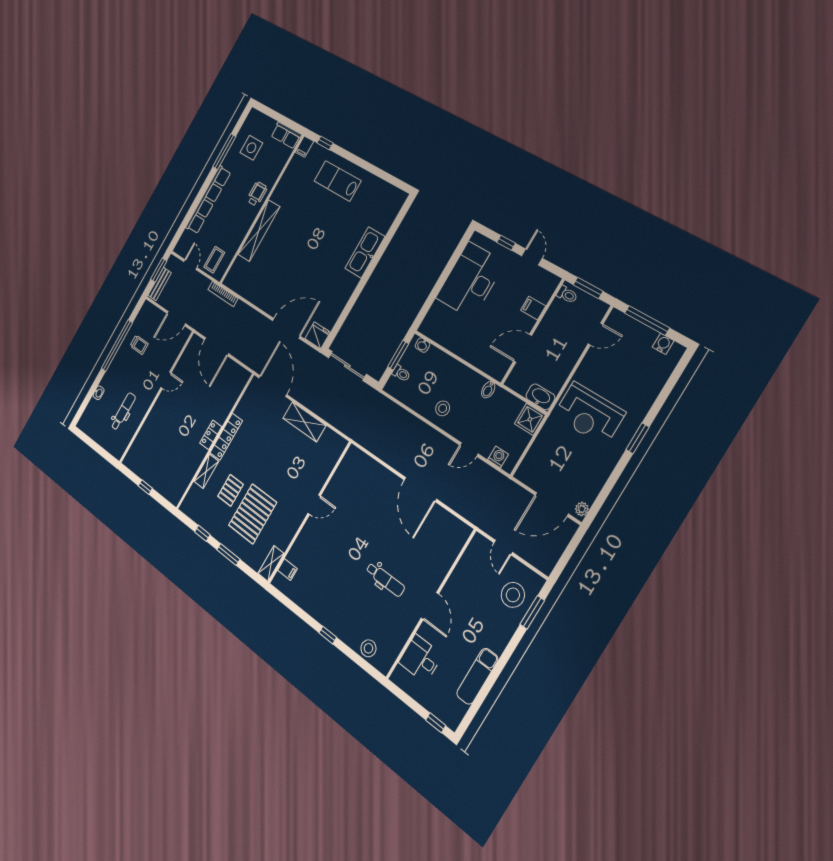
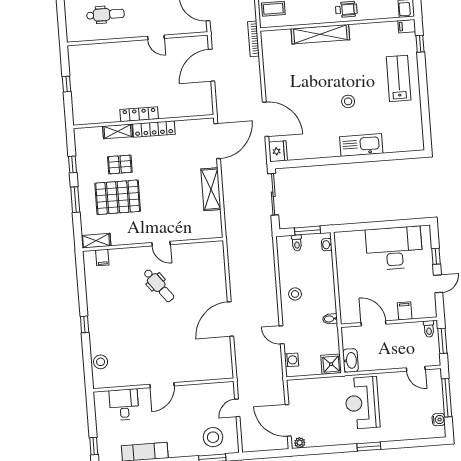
stool: (324, 241) -> (348, 101), added
locker: (211, 435) -> (139, 114), width x1.53
dental chair: (385, 579) -> (159, 285), moved, turned -37

